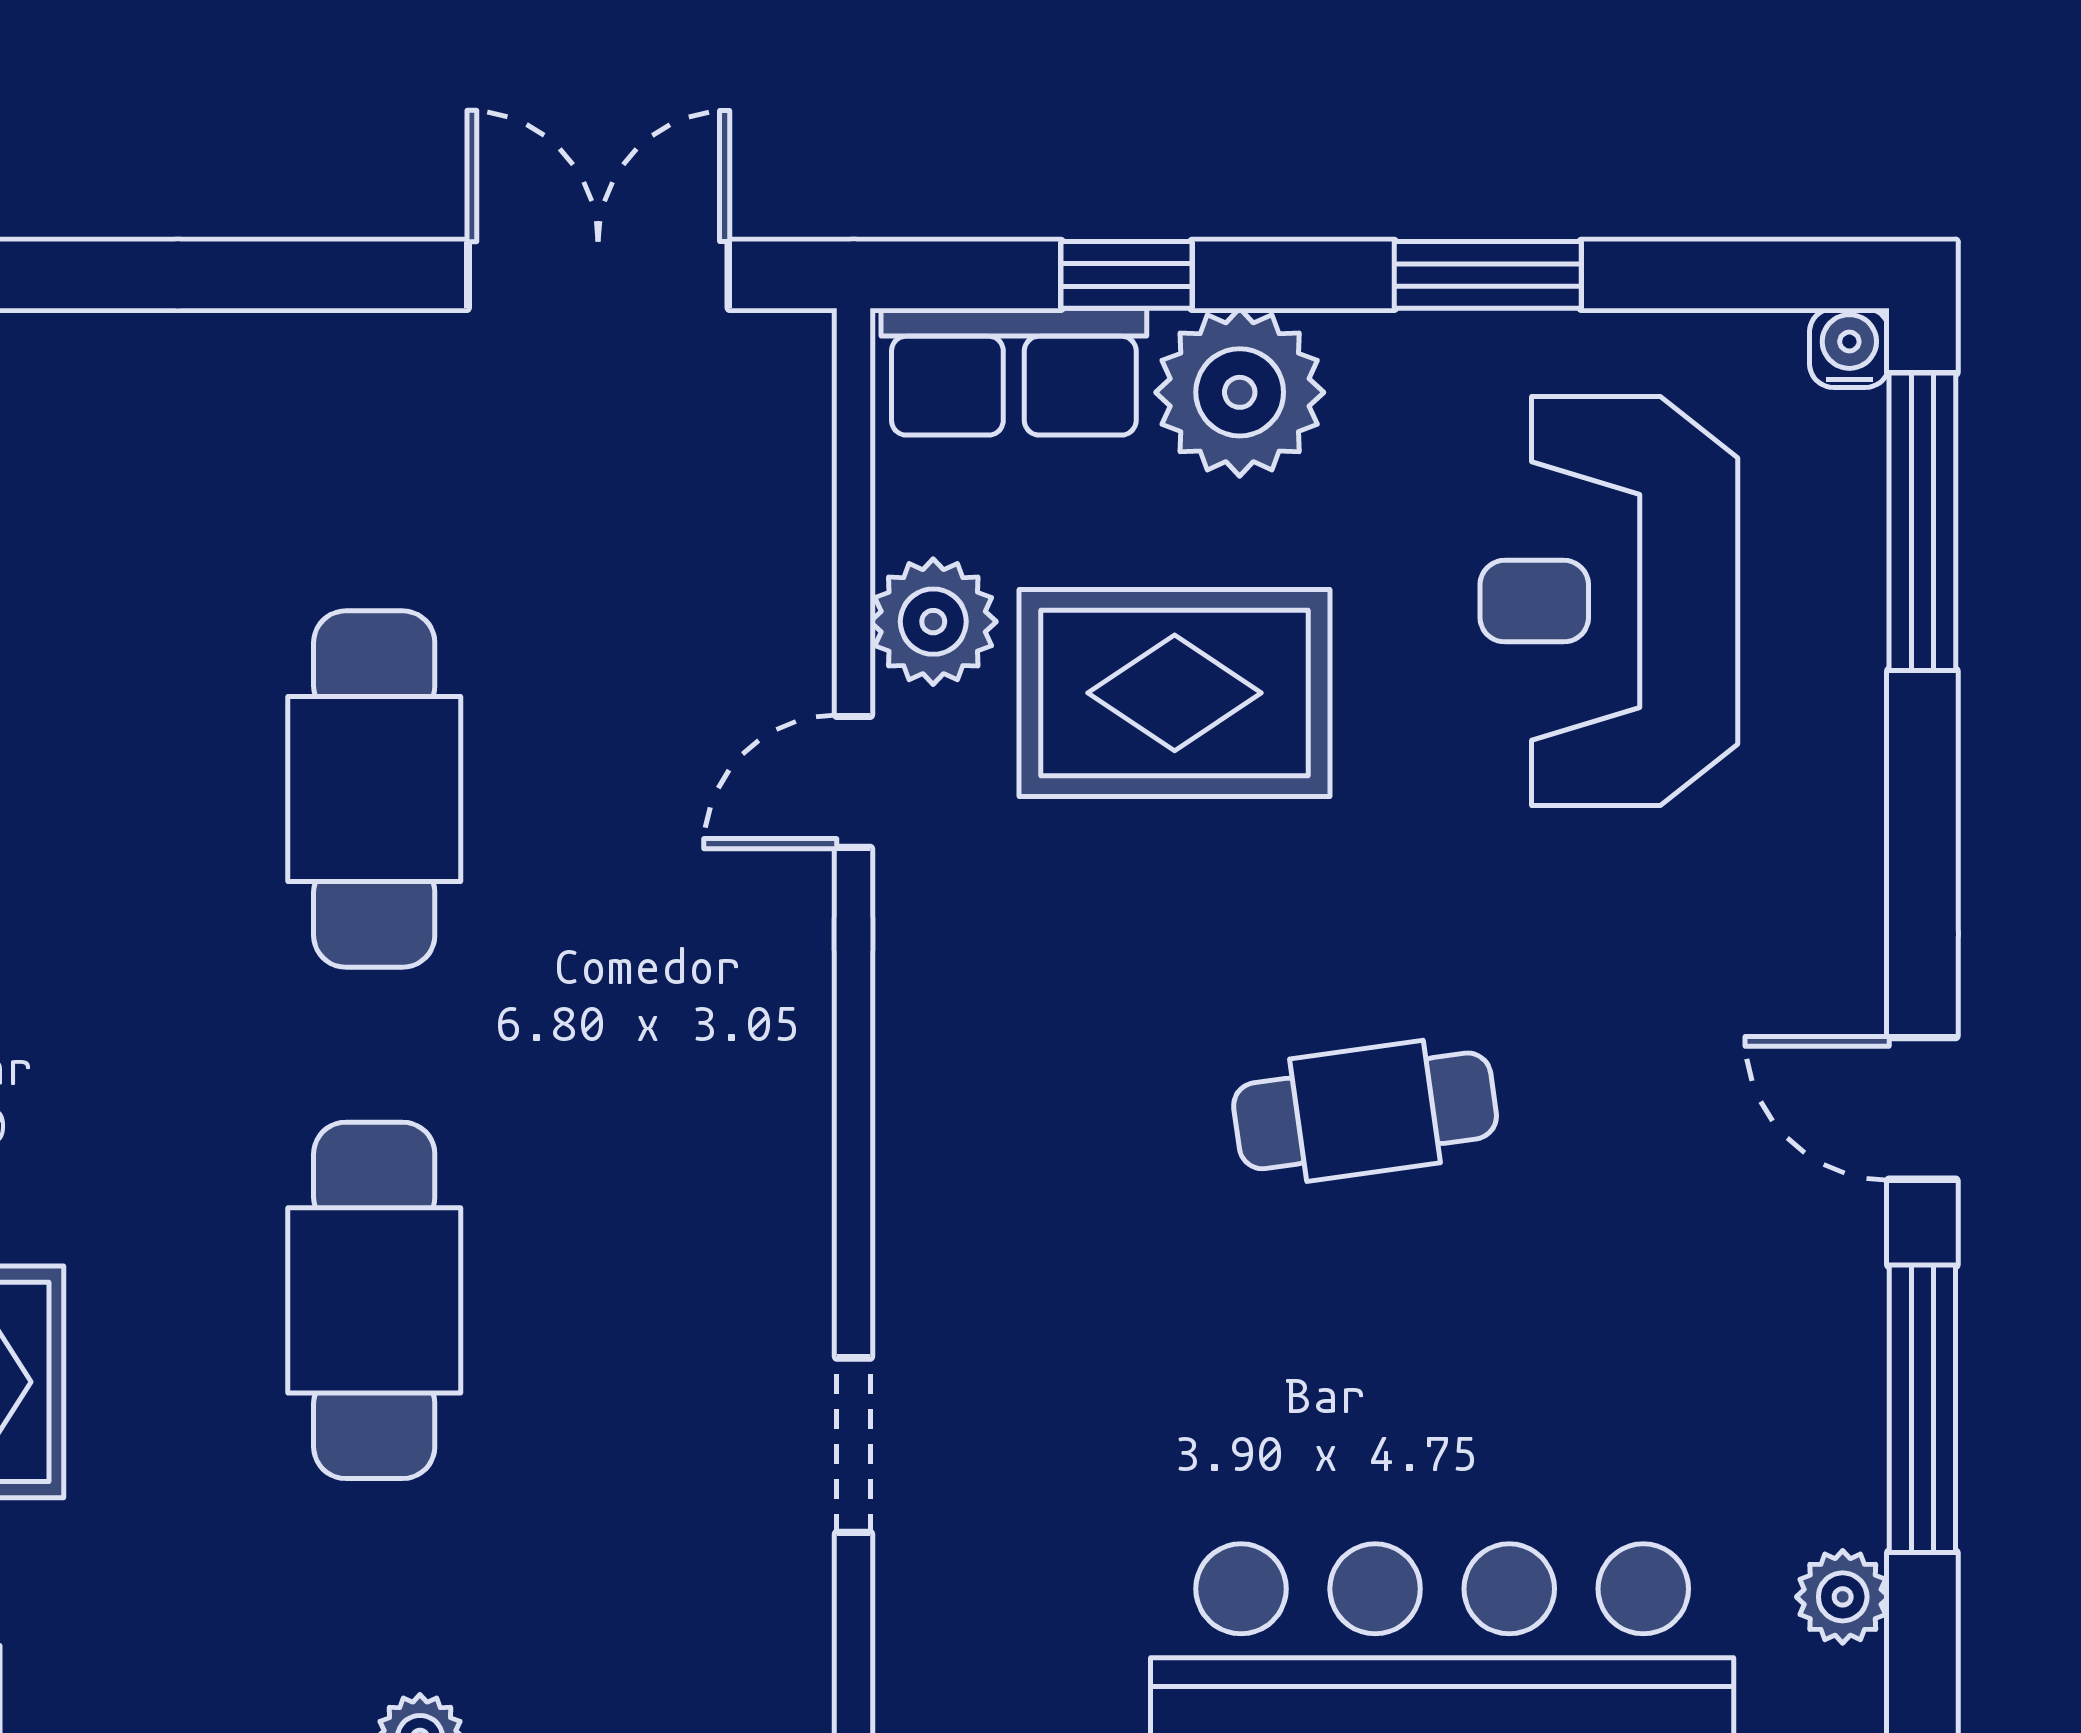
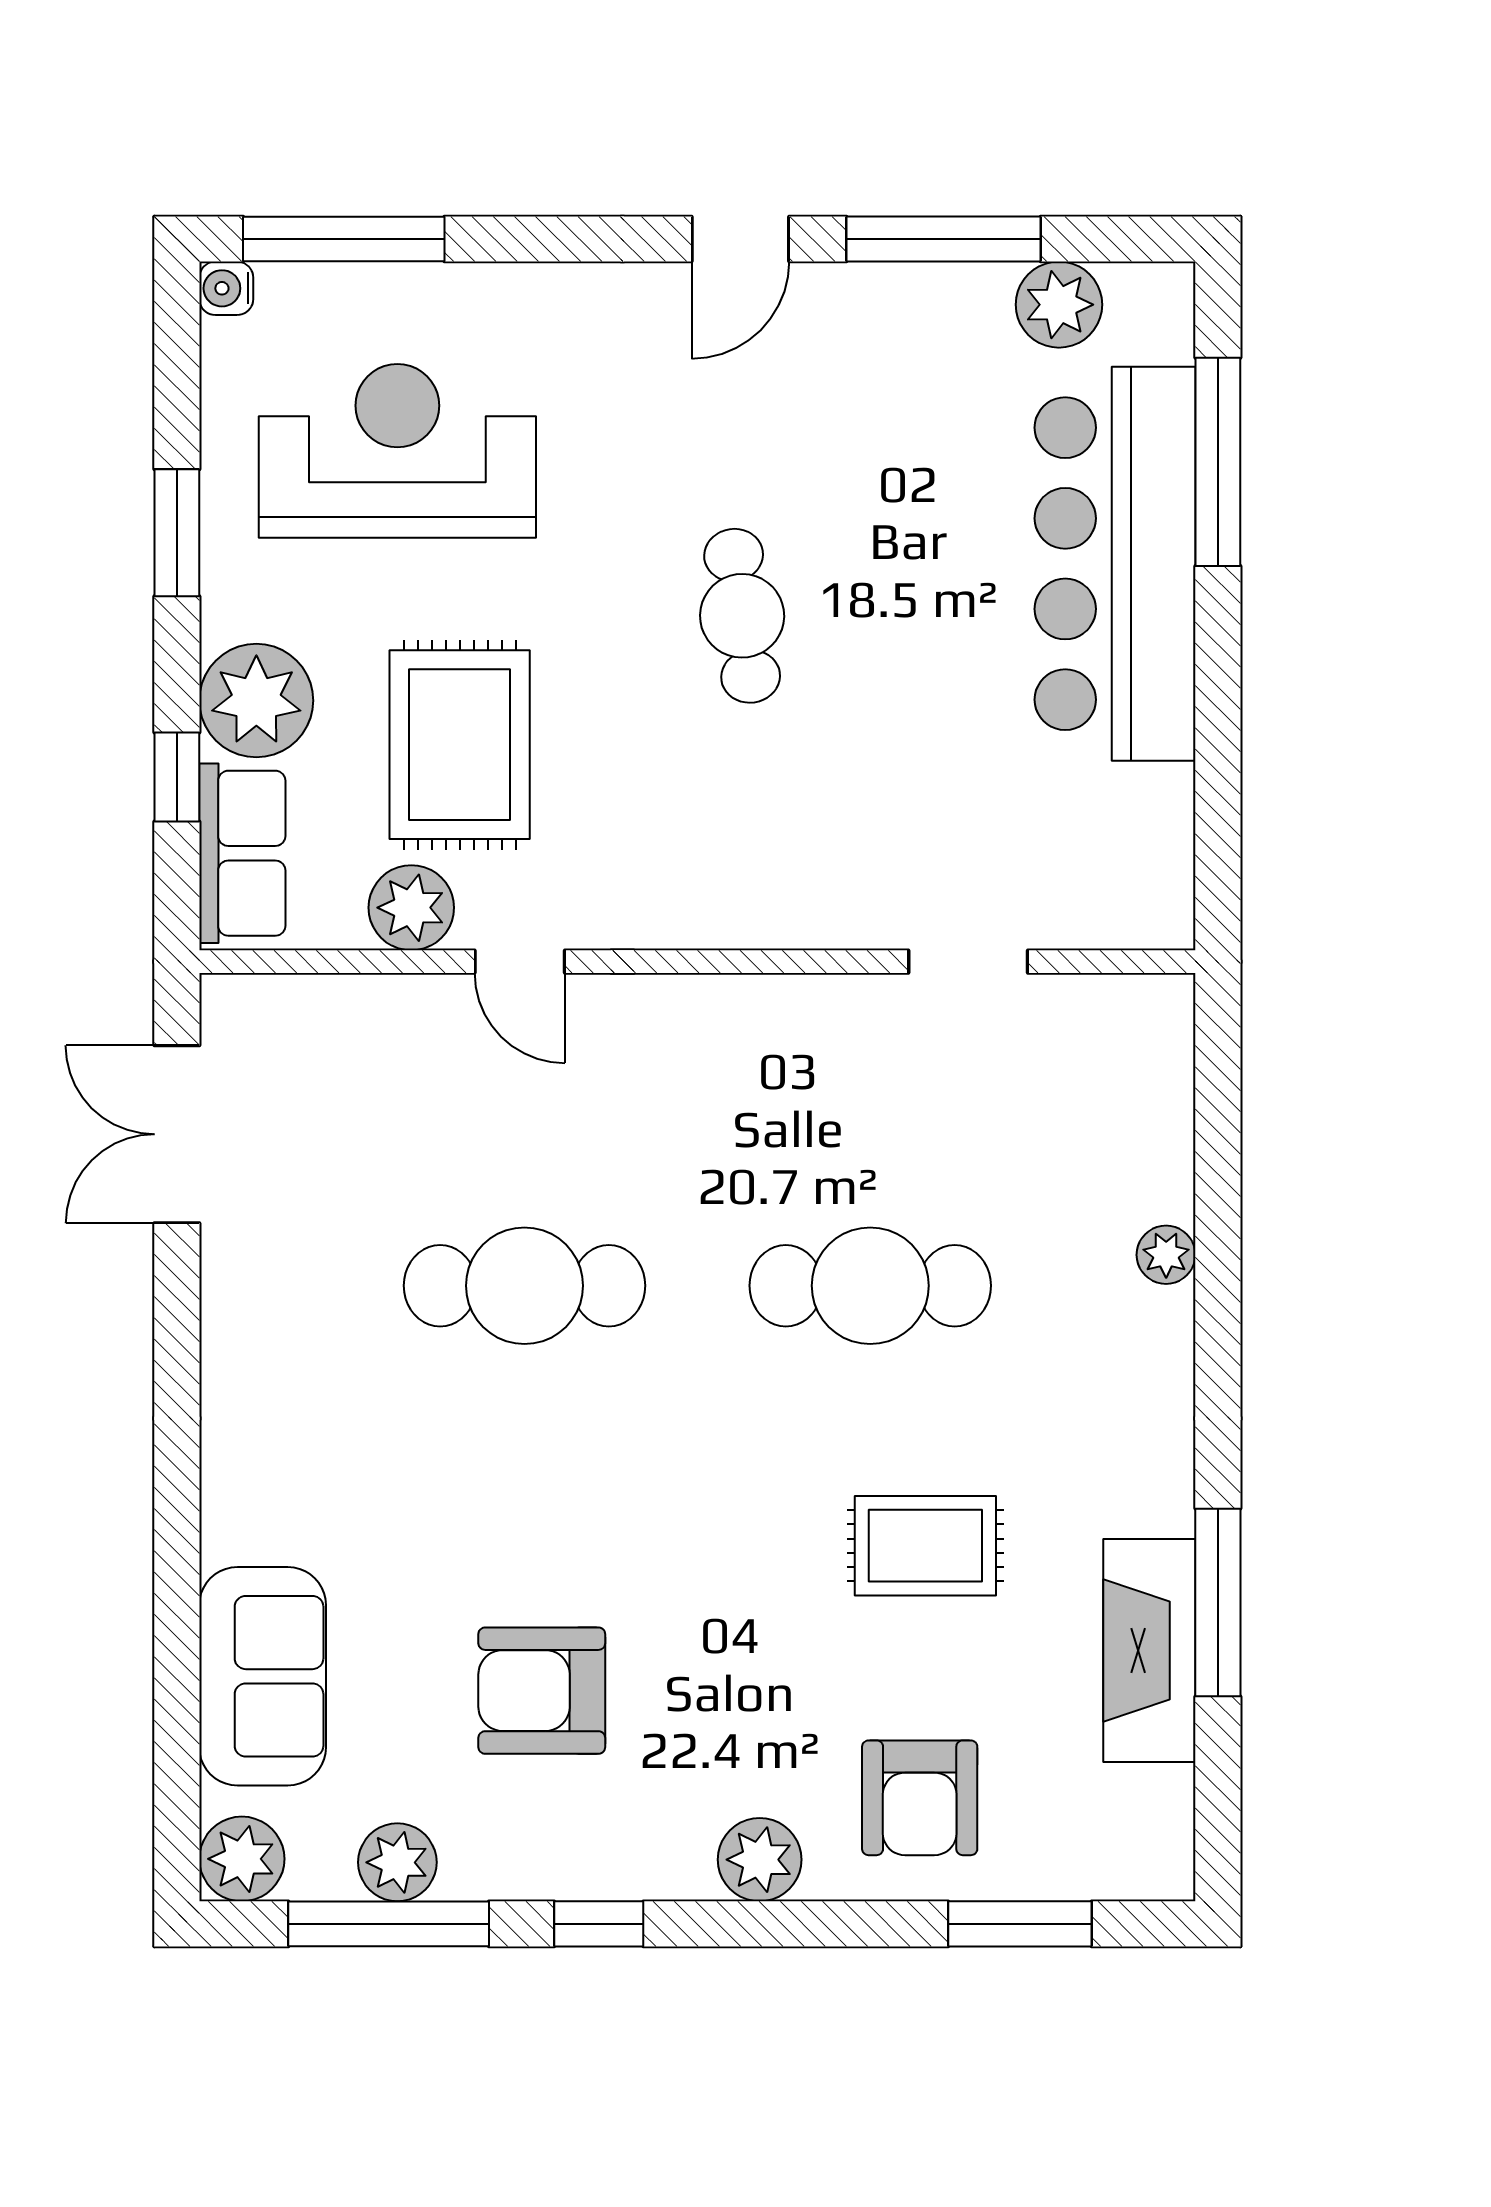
reception desk: (1609, 601) -> (397, 451), turned 180
plant: (1843, 1597) -> (1059, 305), width x1.38, depth x1.38

